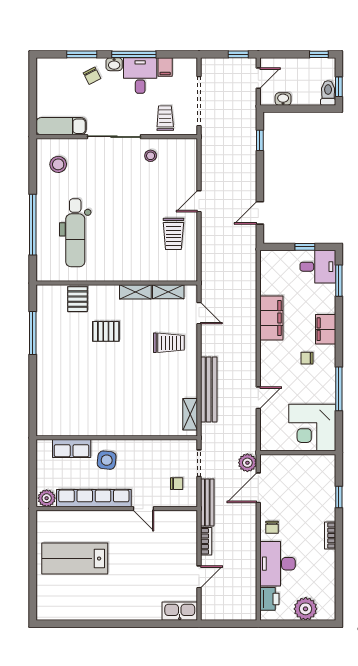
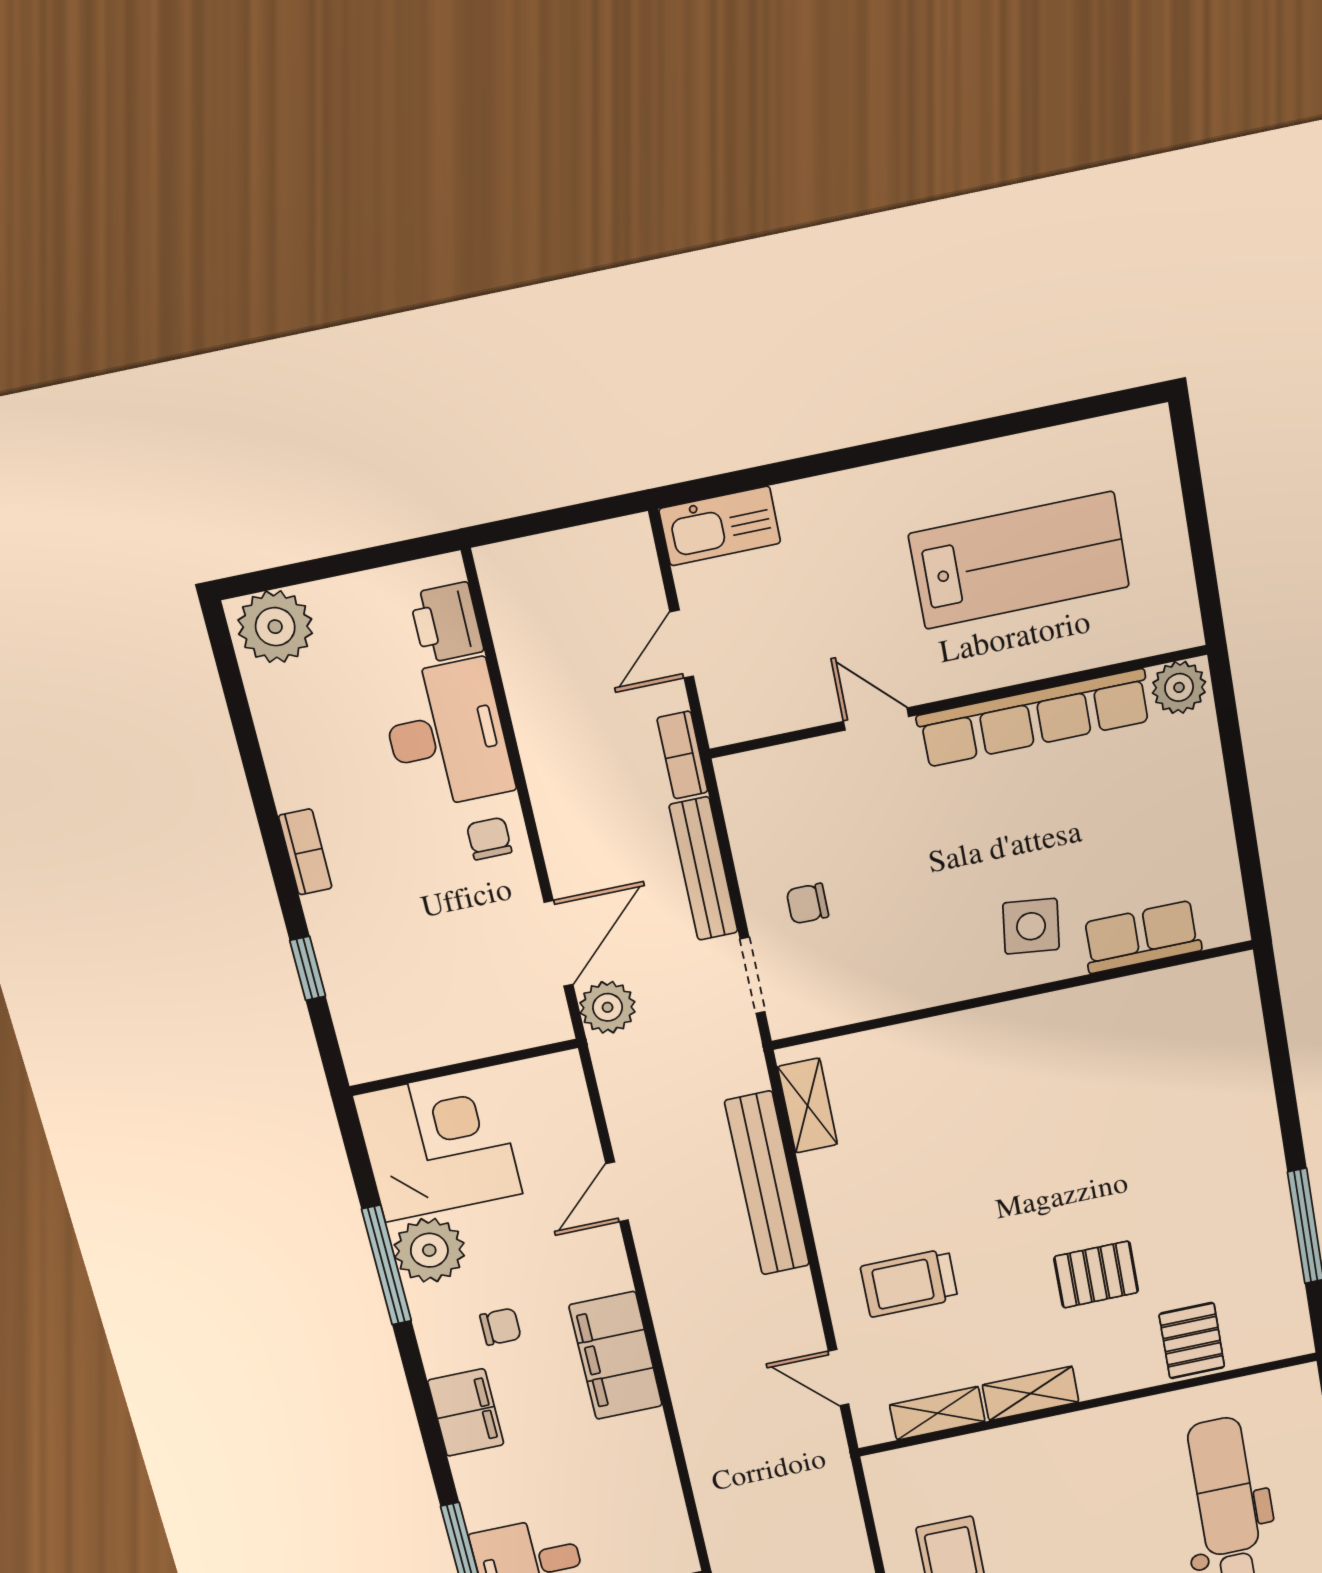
filing cabinet: (271, 318) -> (616, 1356), moved
plant: (324, 391) -> (429, 1250), added
plant: (47, 498) -> (1179, 687), moved
row of seats: (94, 498) -> (1034, 718), moved
wall: (117, 509) -> (959, 702), moved
door: (143, 509) -> (876, 719), moved
lab bench: (75, 559) -> (1019, 560), moved
plant: (306, 609) -> (275, 627), moved

